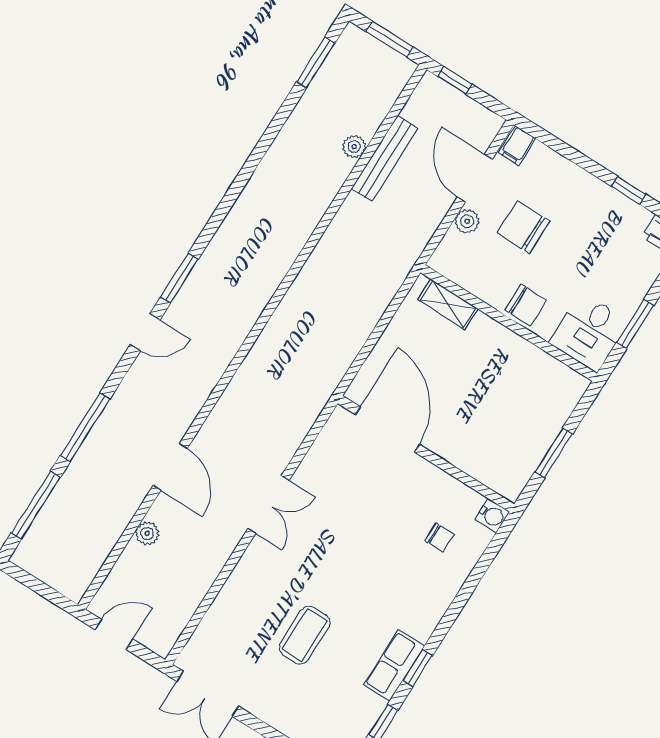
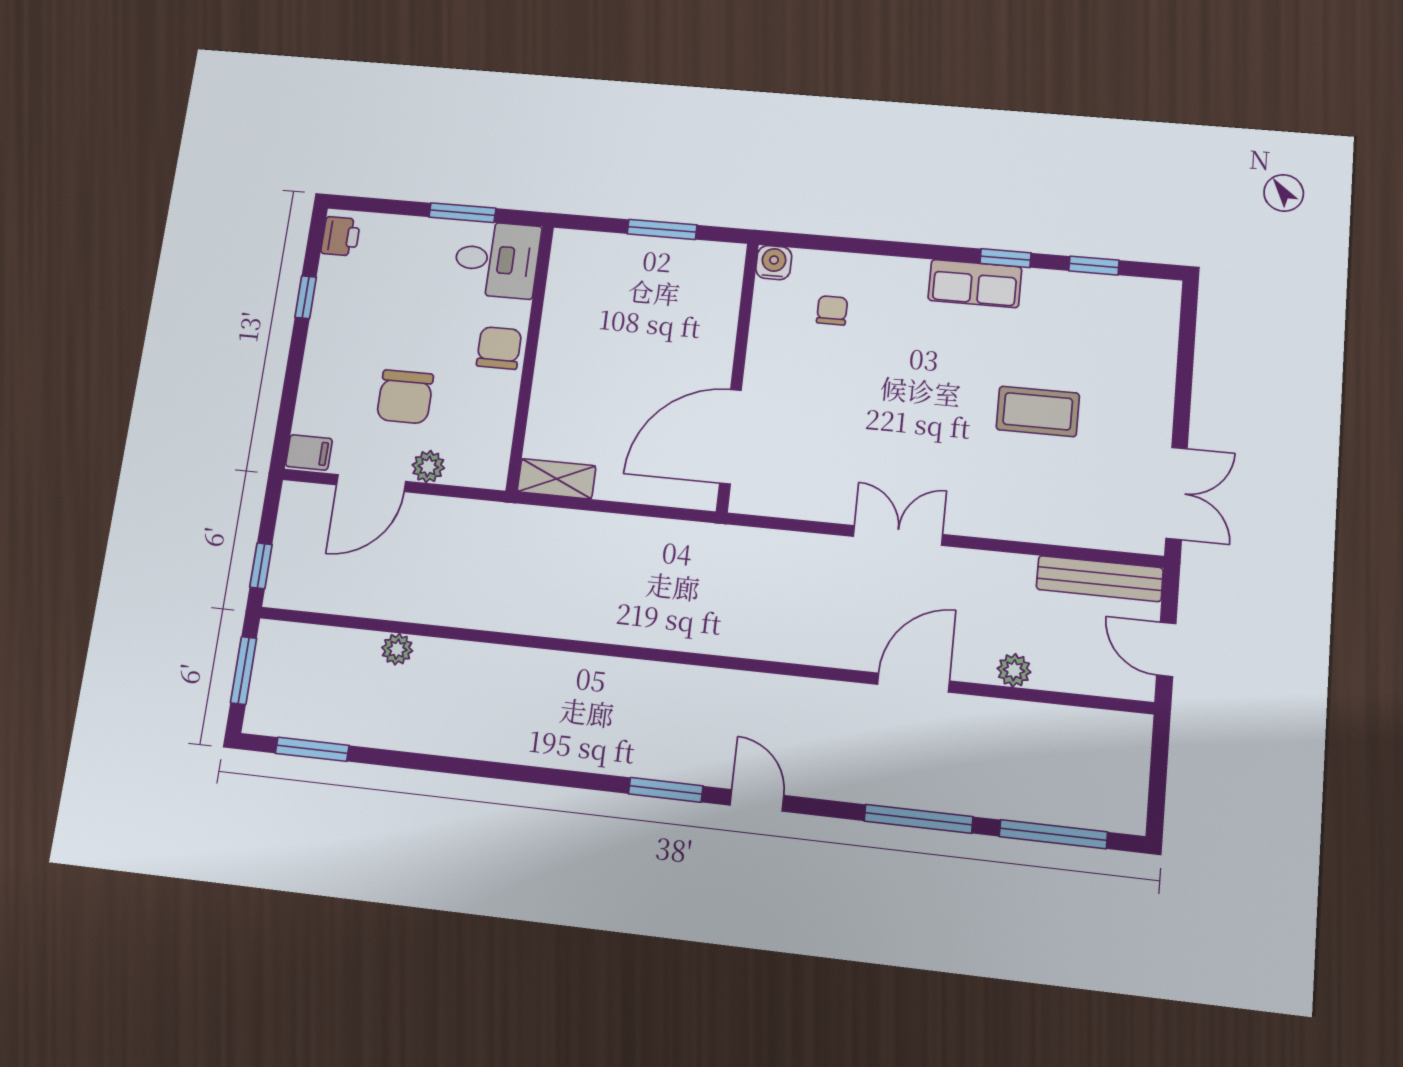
bench: (385, 158) -> (1100, 579), moved
shelving: (448, 304) -> (556, 479), moved, turned 90
row of seats: (394, 665) -> (975, 284), moved

